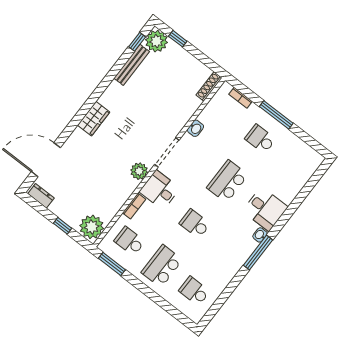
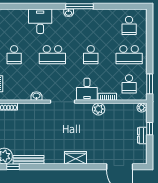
plant: (139, 171) -> (99, 109), moved
dresser: (41, 196) -> (142, 135), moved
desk: (265, 209) -> (40, 21), moved
plant: (92, 227) -> (142, 108), width x0.53, depth x0.53

